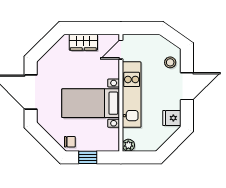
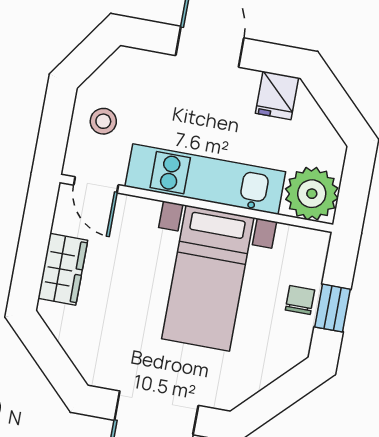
stool: (170, 62) -> (103, 121), moved
chair: (70, 142) -> (300, 300), moved
plant: (128, 145) -> (312, 194), width x1.88, depth x1.88

